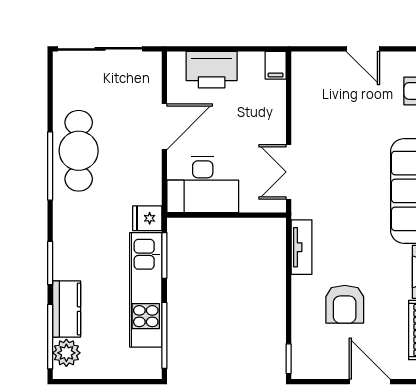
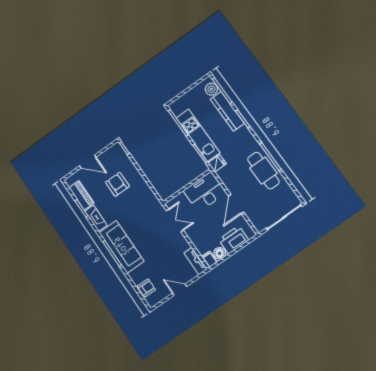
floor lamp: (251, 63) -> (220, 253), added
tv unit: (301, 247) -> (195, 261), moved
kitchen counter: (67, 309) -> (227, 111), width x1.50

